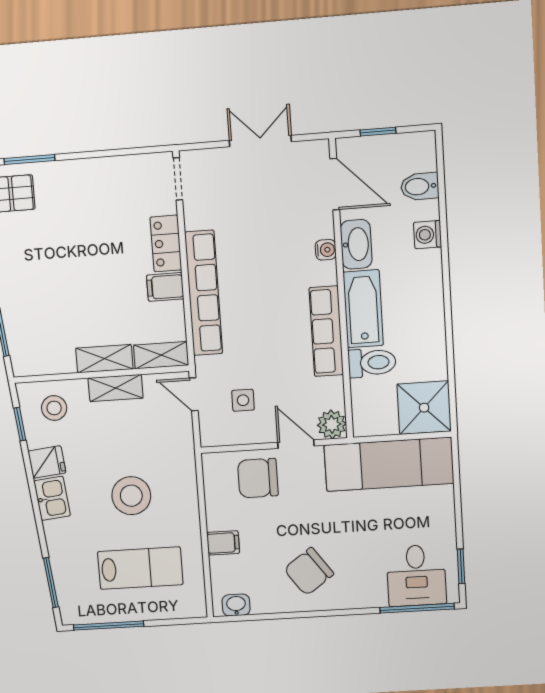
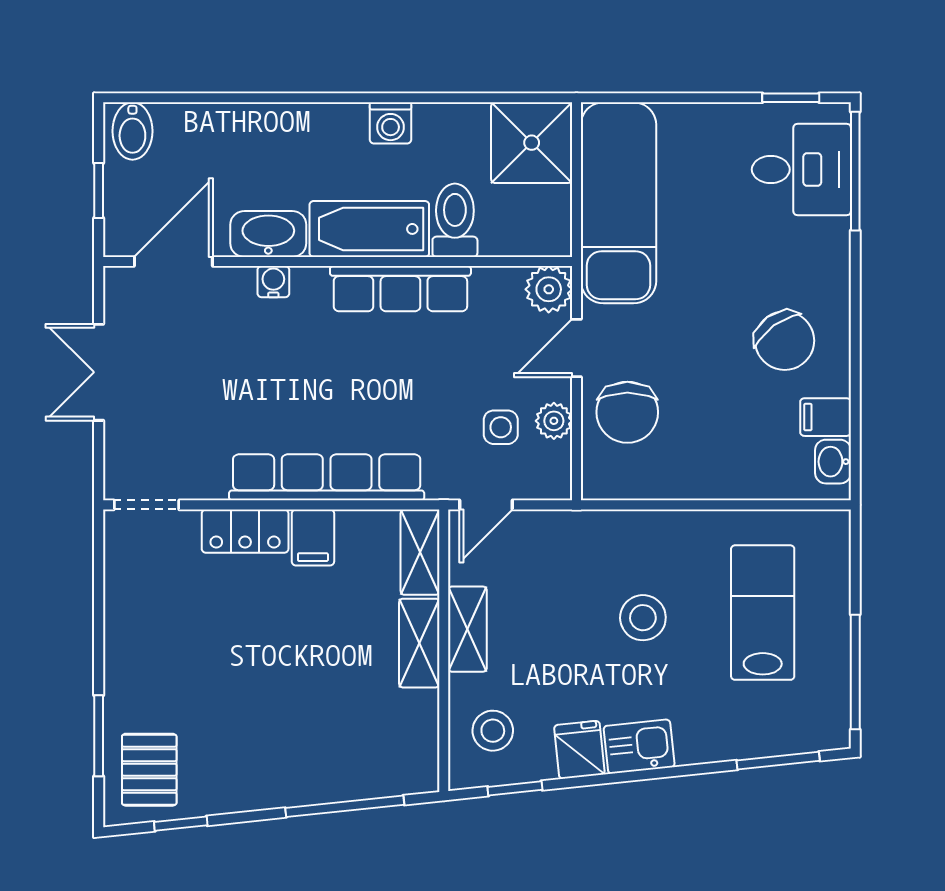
bidet: (420, 186) -> (132, 131), moved
washing machine: (428, 235) -> (391, 123), moved
plant: (249, 433) -> (554, 421), added
stool: (131, 496) -> (643, 618), width x0.73, depth x0.73
filing cabinet: (223, 543) -> (826, 417), moved, turned -90

